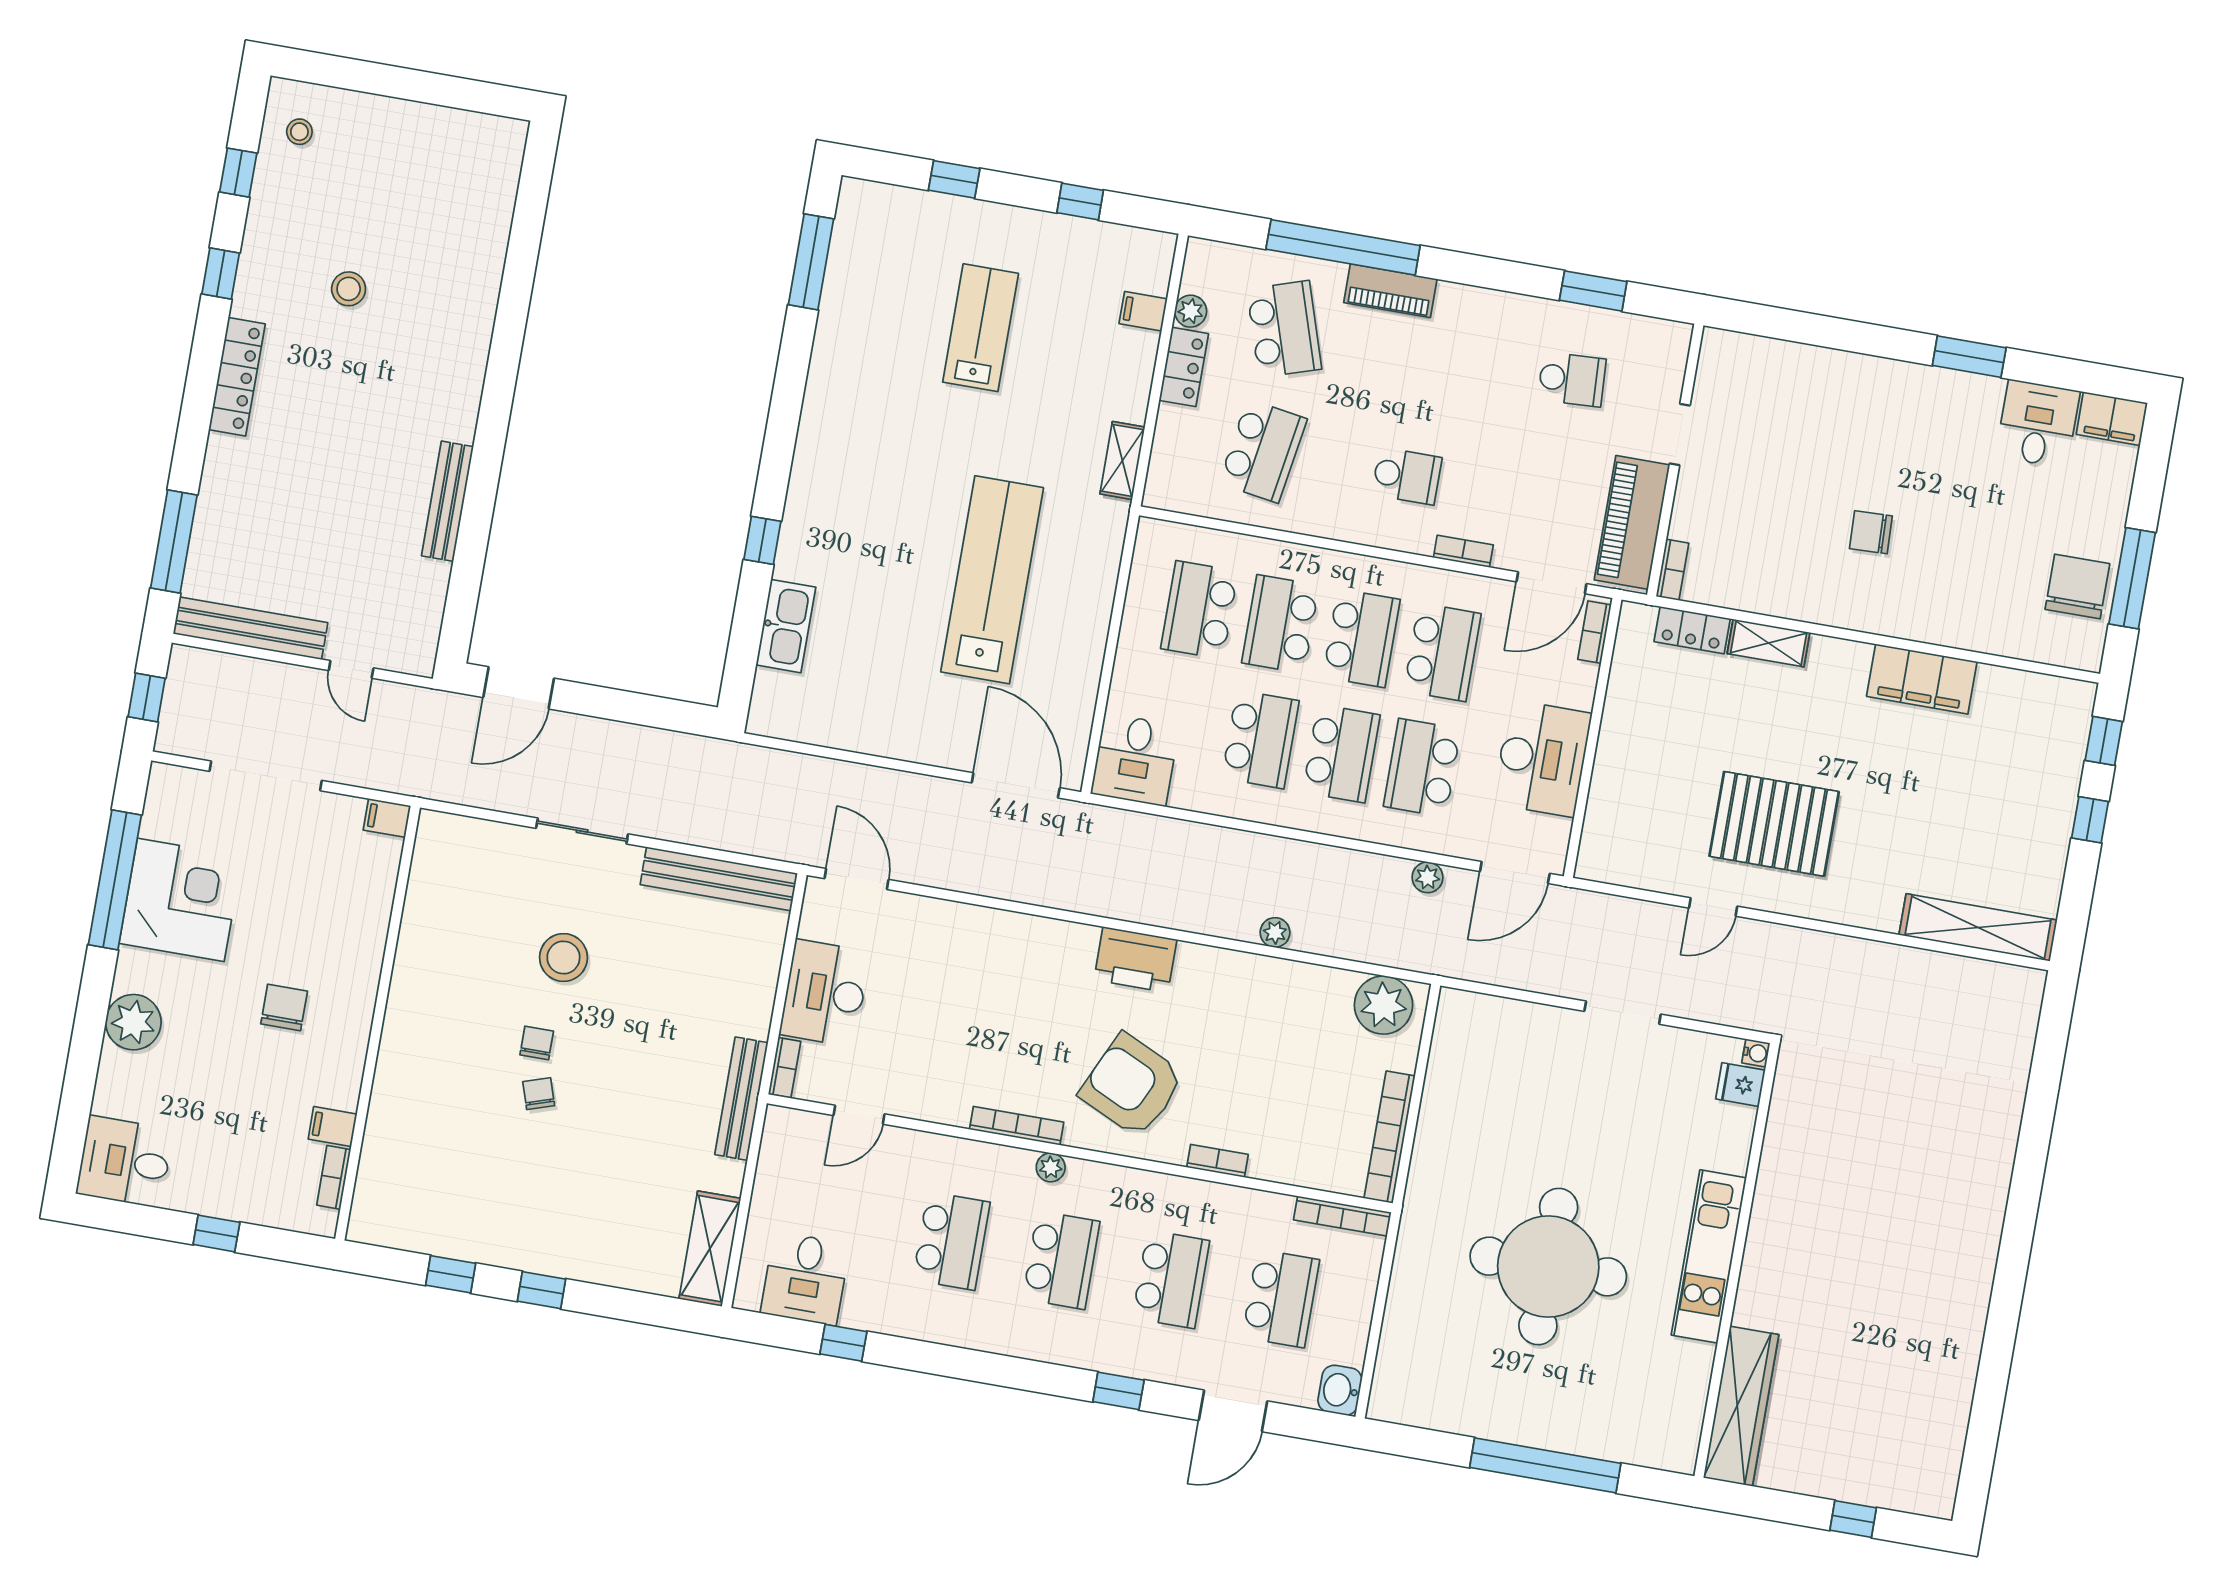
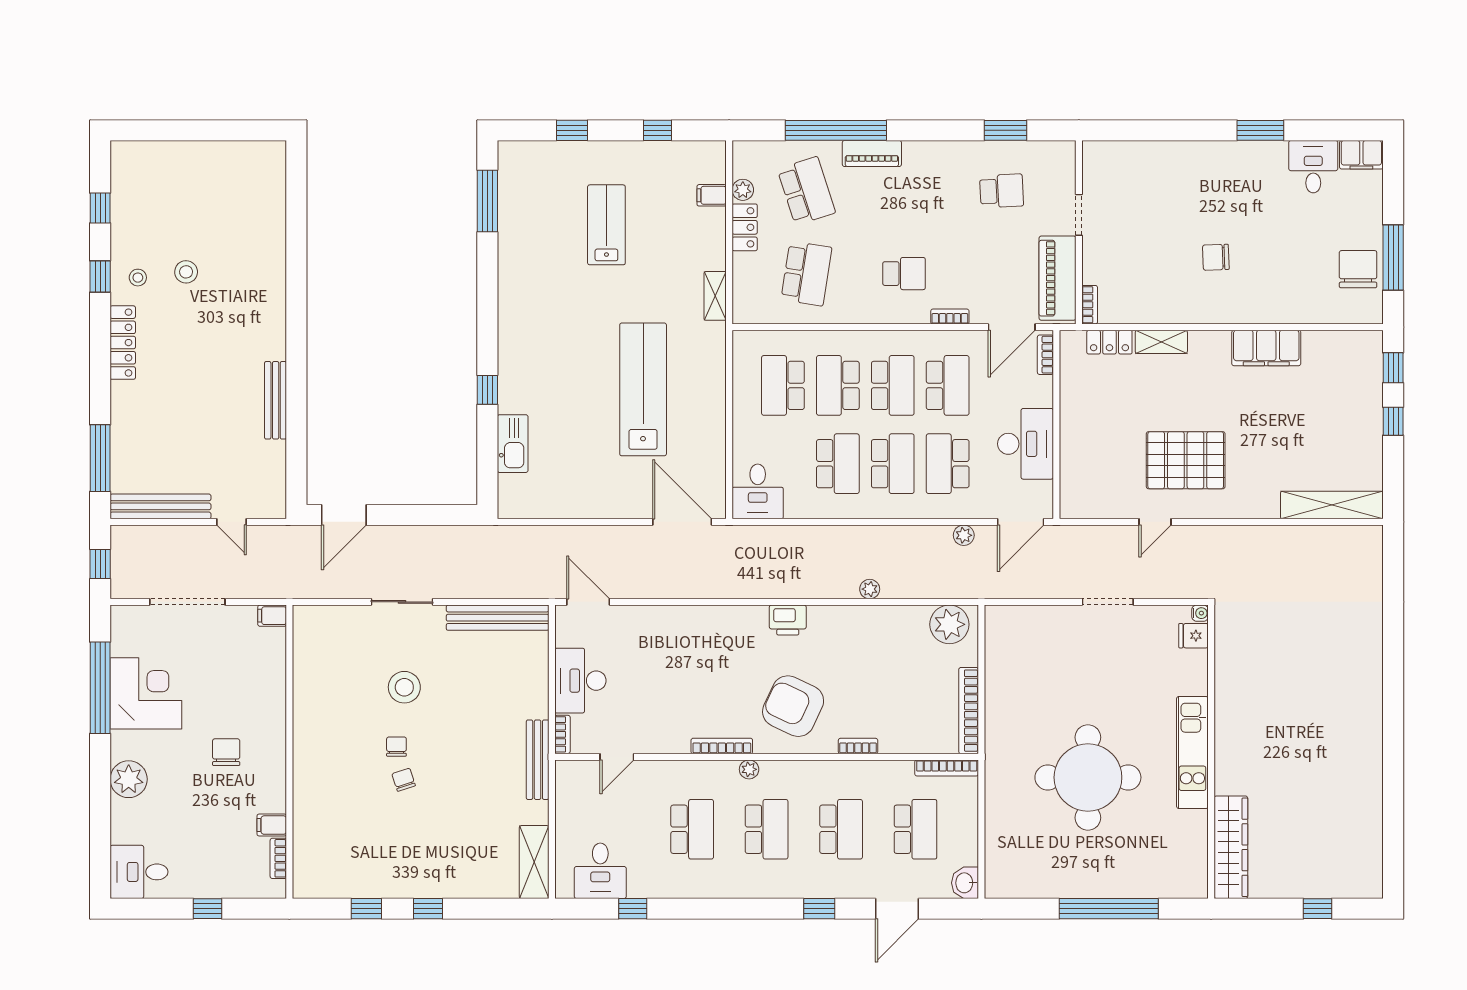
stool: (299, 132) -> (138, 278), moved
printer: (1135, 960) -> (788, 620), width x0.73, depth x0.84

